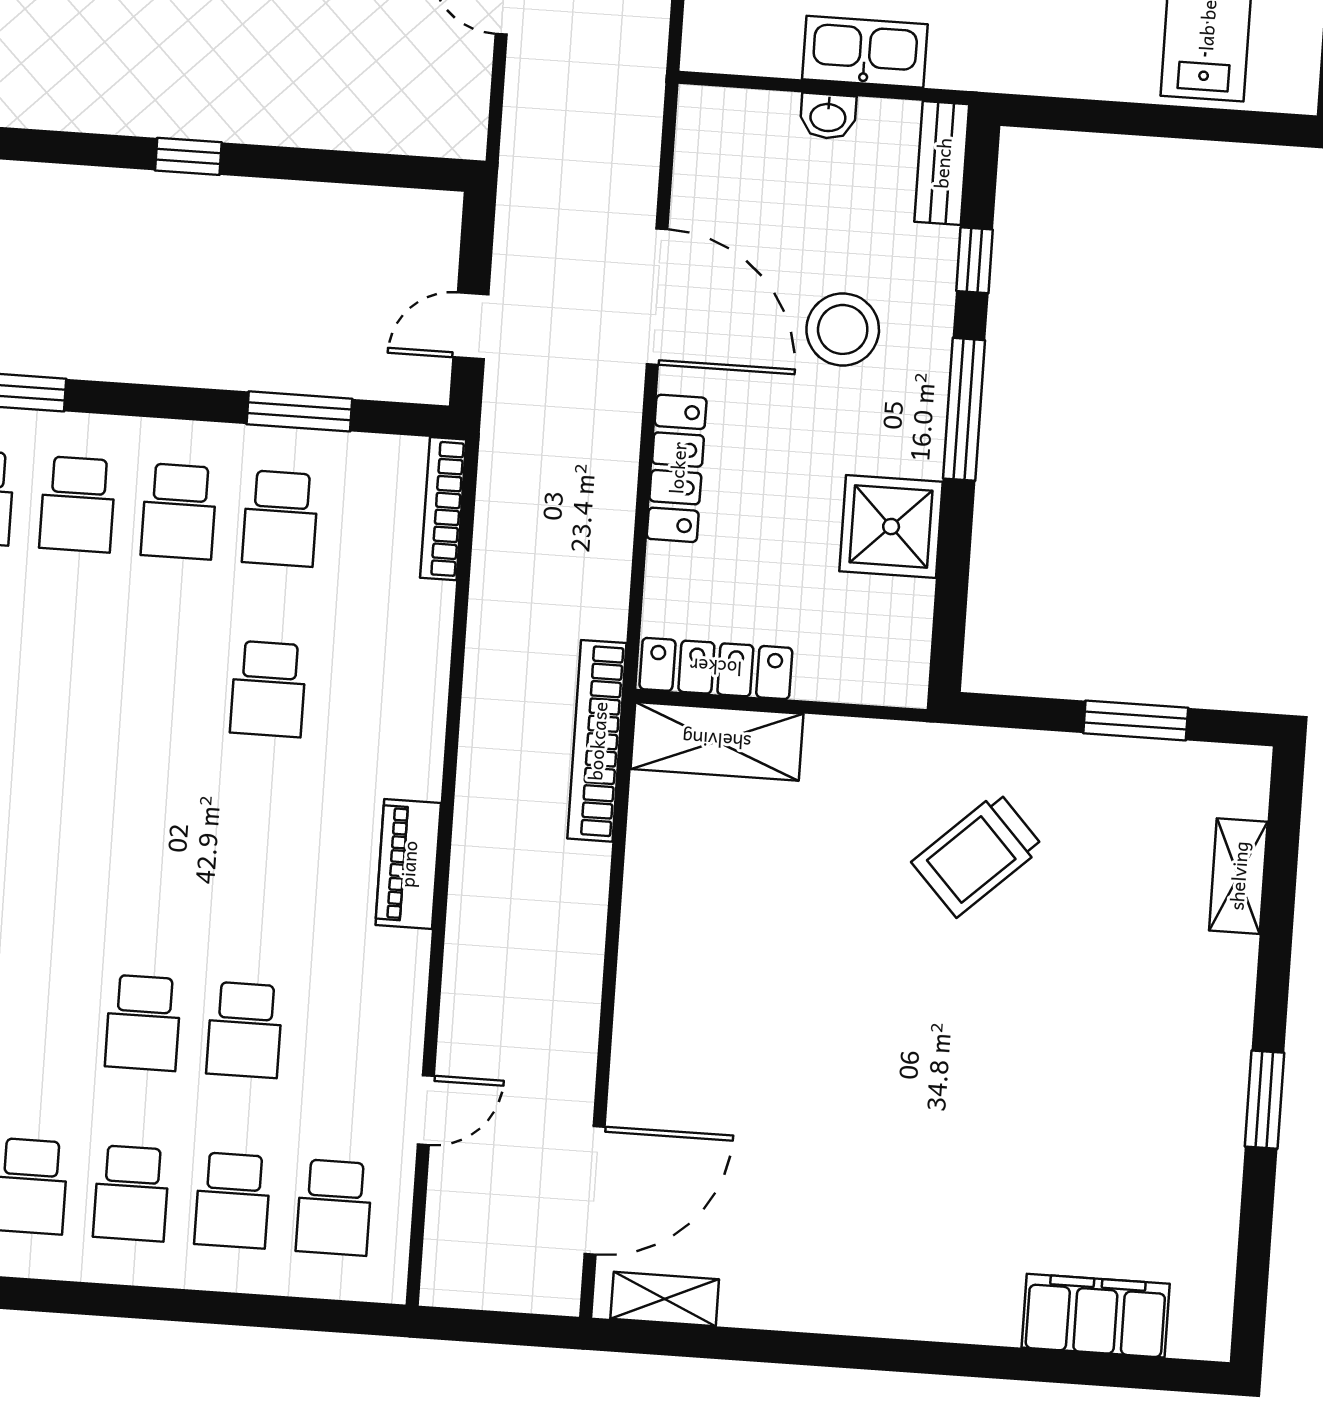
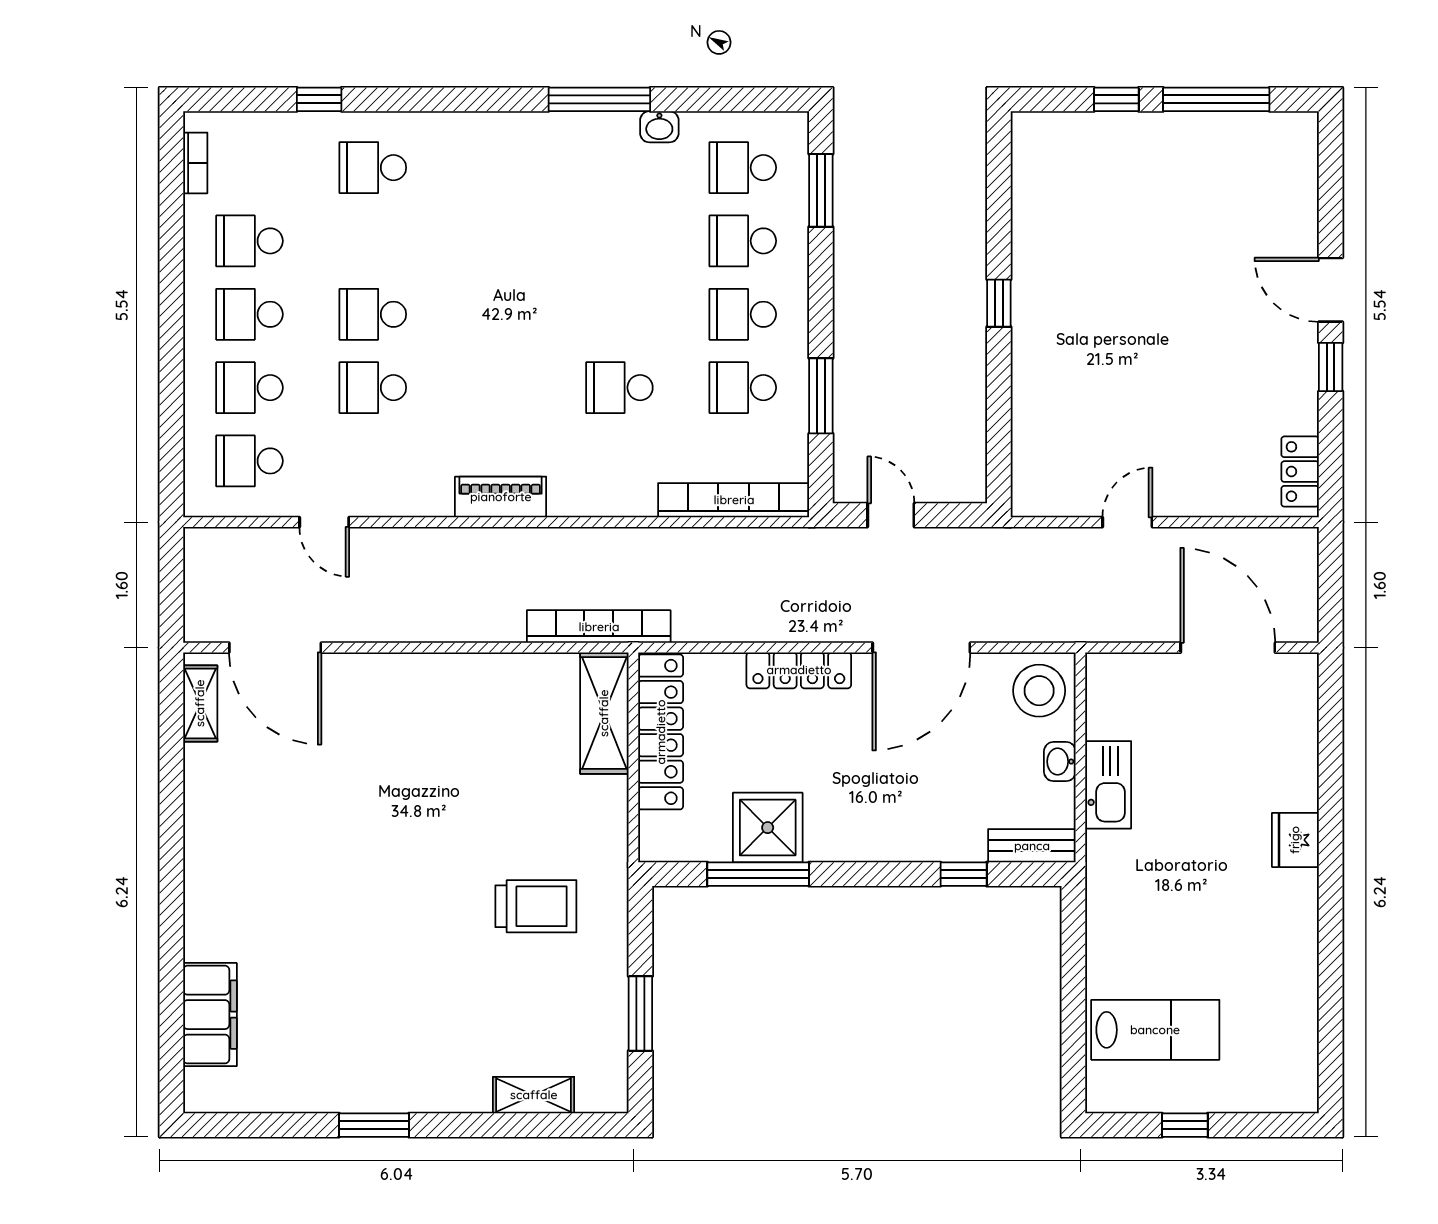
stool: (843, 329) -> (1039, 691), moved
window: (964, 409) -> (758, 874), moved
bookcase: (443, 509) -> (734, 500), width x1.48, depth x1.31
locker: (716, 668) -> (661, 732), width x1.41, depth x1.21
trolley: (977, 855) -> (536, 906), turned 133

